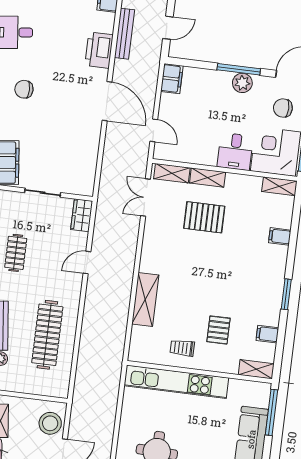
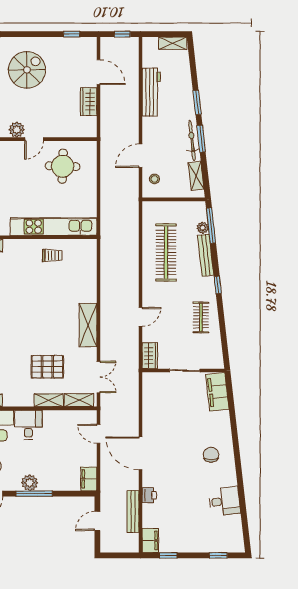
printer: (99, 50) -> (149, 495), width x0.53, depth x0.68
chair: (24, 89) -> (211, 455), turned -90
shelving: (145, 299) -> (88, 325), moved
pallet: (218, 330) -> (24, 274), removed
stool: (50, 423) -> (154, 179), width x0.53, depth x0.53

